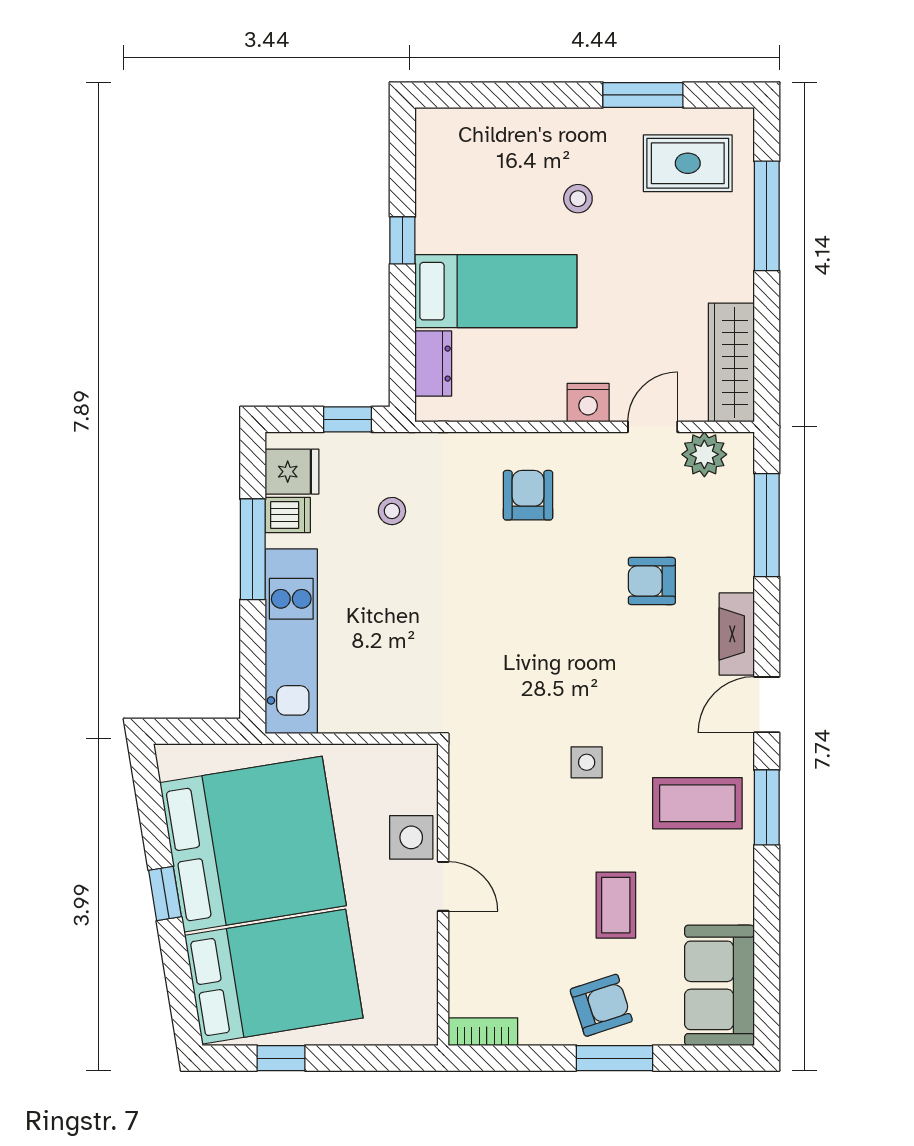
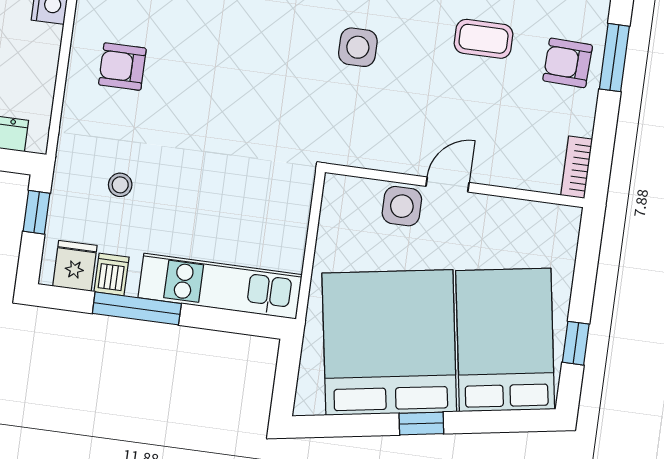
side table: (587, 762) -> (358, 47), width x1.37, depth x1.37
armchair: (601, 1005) -> (568, 63), turned -70

